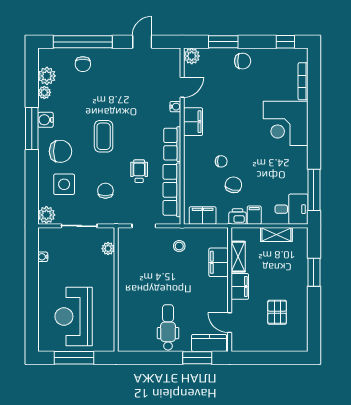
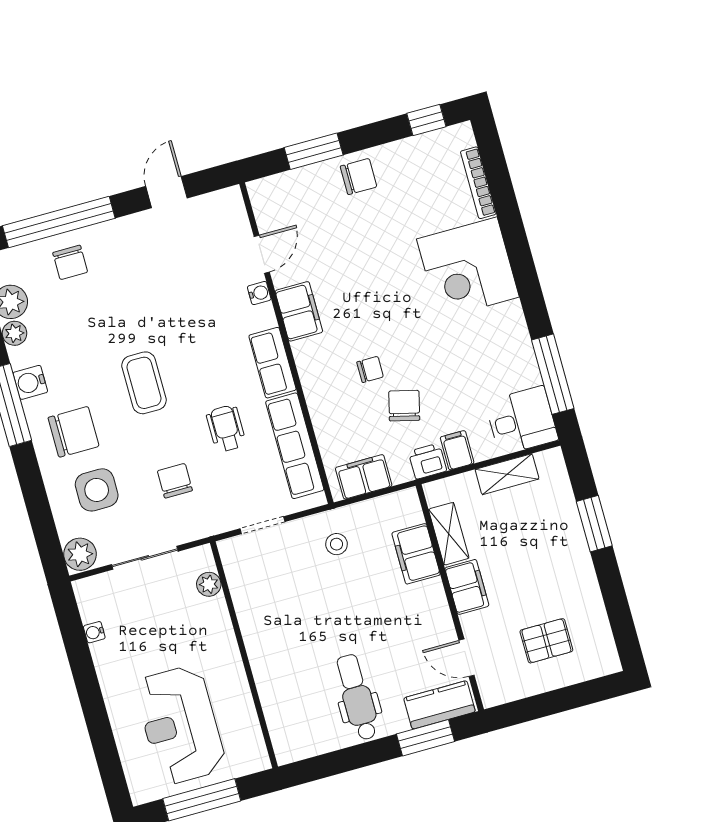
plant: (192, 56) -> (263, 193), removed
pallet: (277, 312) -> (546, 641), moved, turned 90

